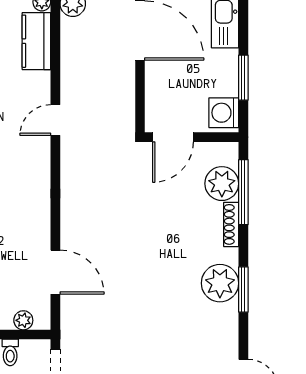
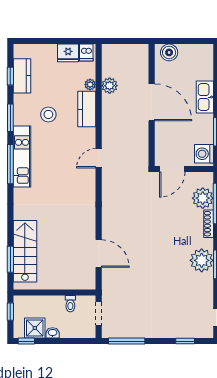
plant: (23, 320) -> (79, 284), removed

